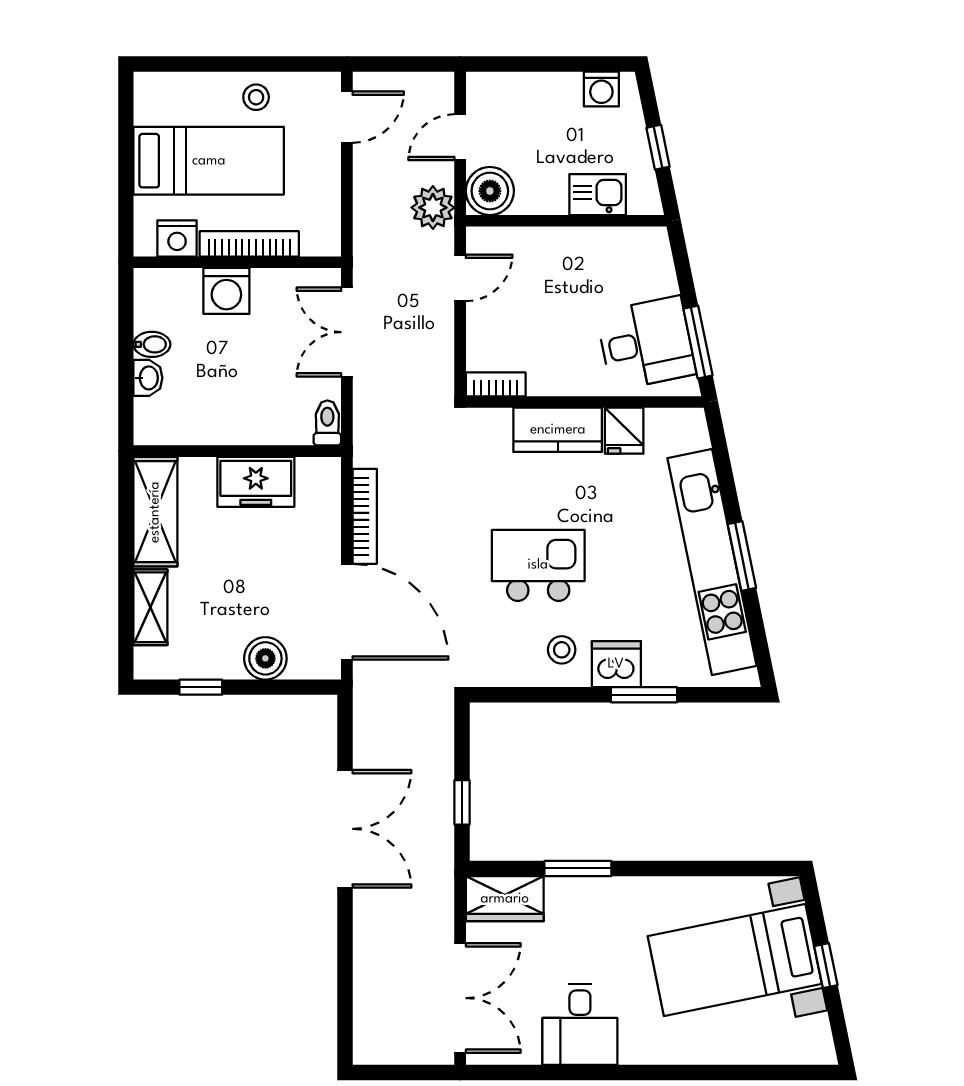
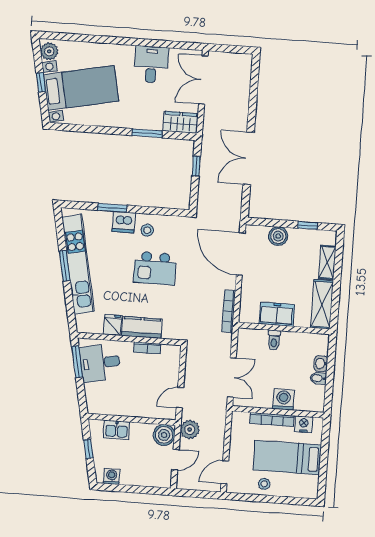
bookcase: (496, 384) -> (147, 348), moved
toilet: (327, 423) -> (274, 340), moved
bookcase: (365, 516) -> (229, 311), moved
plant: (812, 1037) -> (49, 51), added

